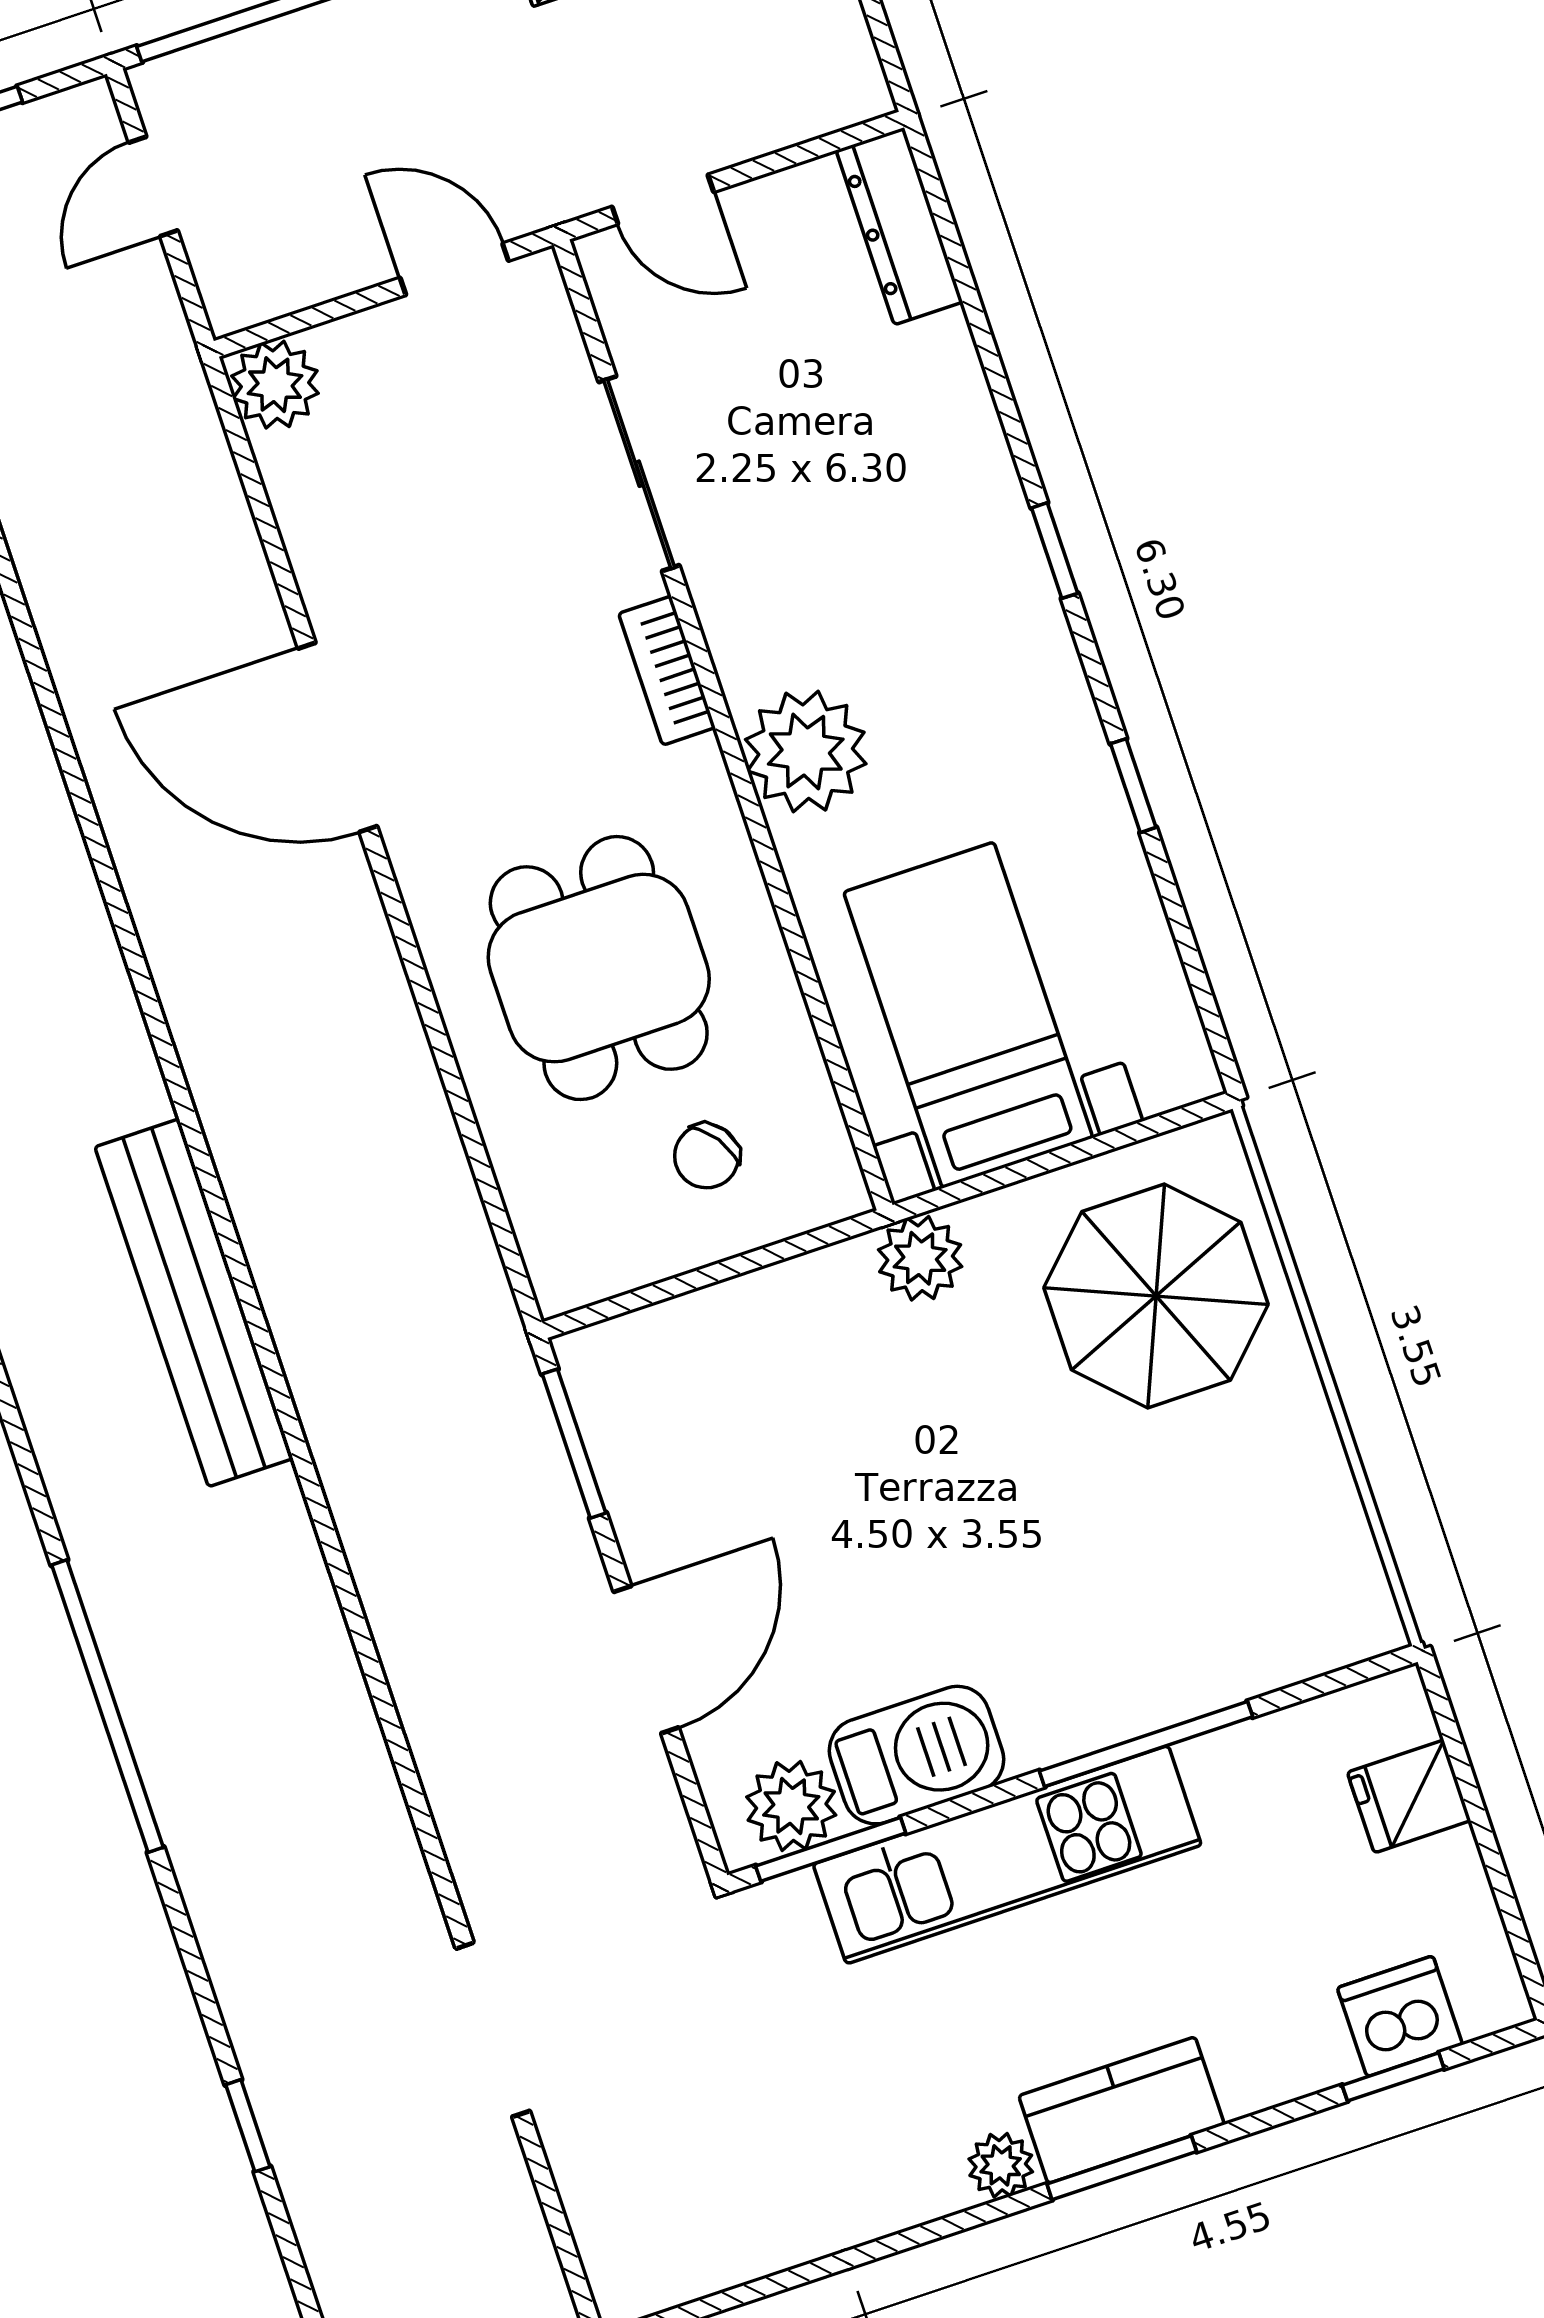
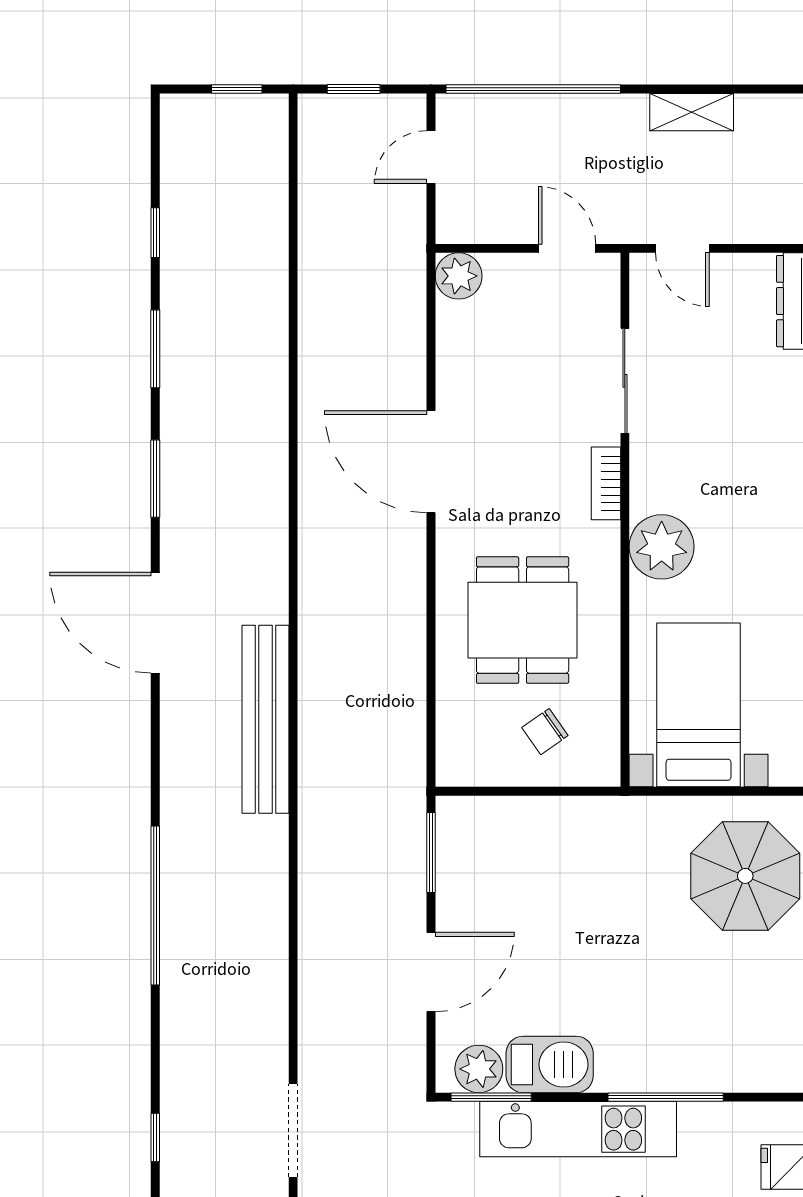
plant: (920, 1258) -> (634, 818), removed

